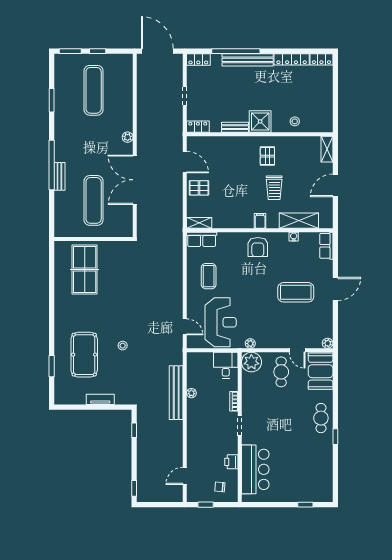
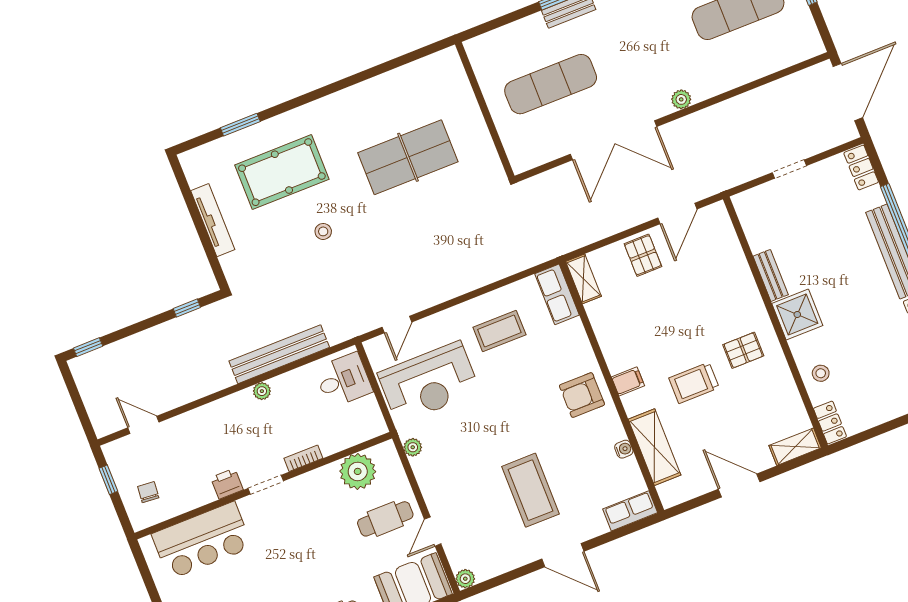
locker: (198, 127) -> (830, 423), moved
double door: (135, 180) -> (614, 140), swing flipped
table tennis table: (85, 269) -> (408, 157), moved
plant: (251, 362) -> (358, 471), moved
desk: (226, 365) -> (343, 380), moved
plant: (191, 393) -> (262, 391), moved
tv unit: (100, 399) -> (213, 220), width x1.41
printer: (231, 462) -> (227, 484), moved

